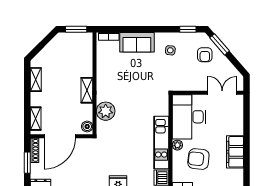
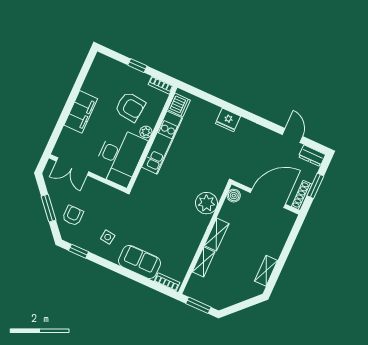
window: (220, 44) -> (49, 208), moved
shelving: (36, 119) -> (204, 262), moved
filing cabinet: (235, 152) -> (81, 112), moved

